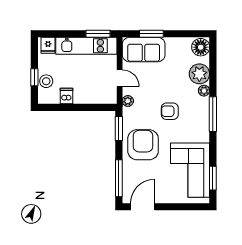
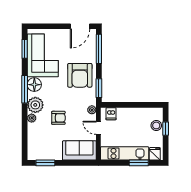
window: (98, 34) -> (139, 163), moved
window: (151, 34) -> (45, 163), moved
floor lamp: (201, 47) -> (34, 85), moved
plant: (199, 74) -> (35, 105), moved
dishwasher: (66, 96) -> (111, 114), moved
armchair: (170, 111) -> (58, 118), moved
window: (213, 114) -> (25, 89), moved

